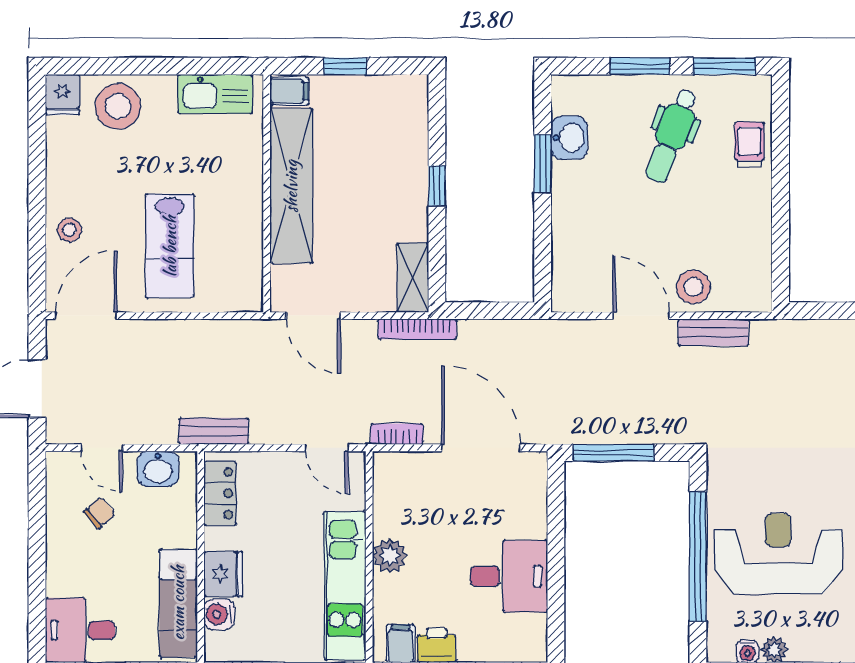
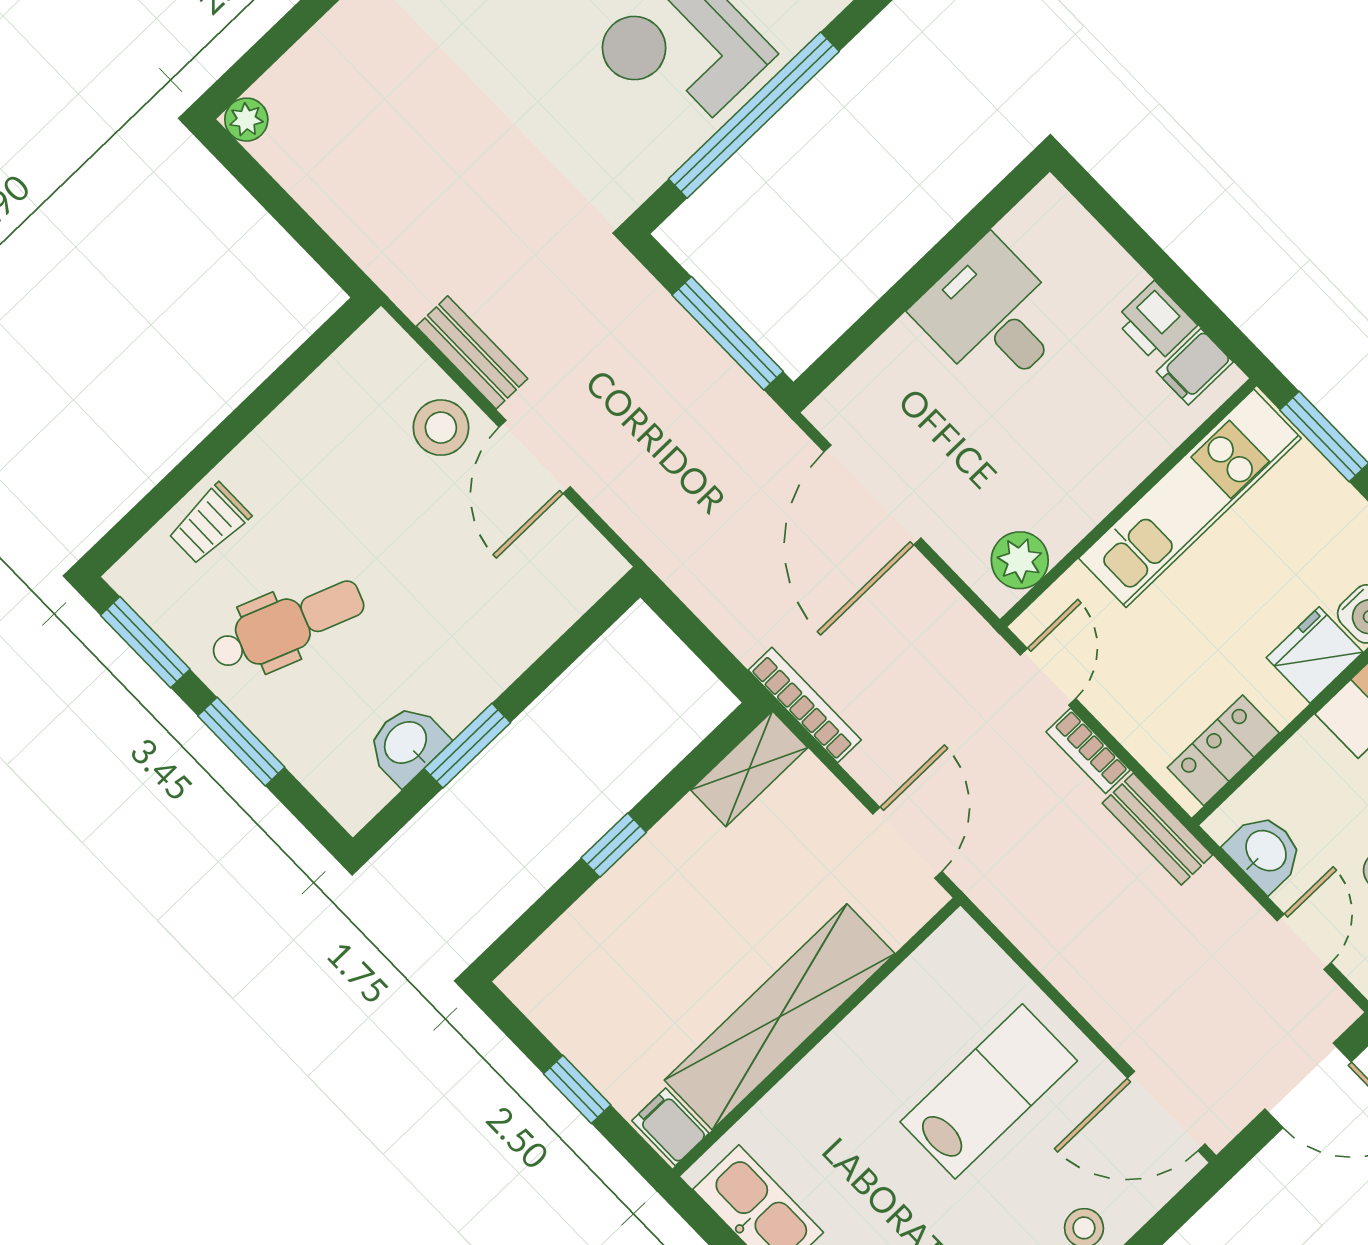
bookcase: (397, 434) -> (1088, 751), moved
plant: (390, 556) -> (1020, 560), moved

